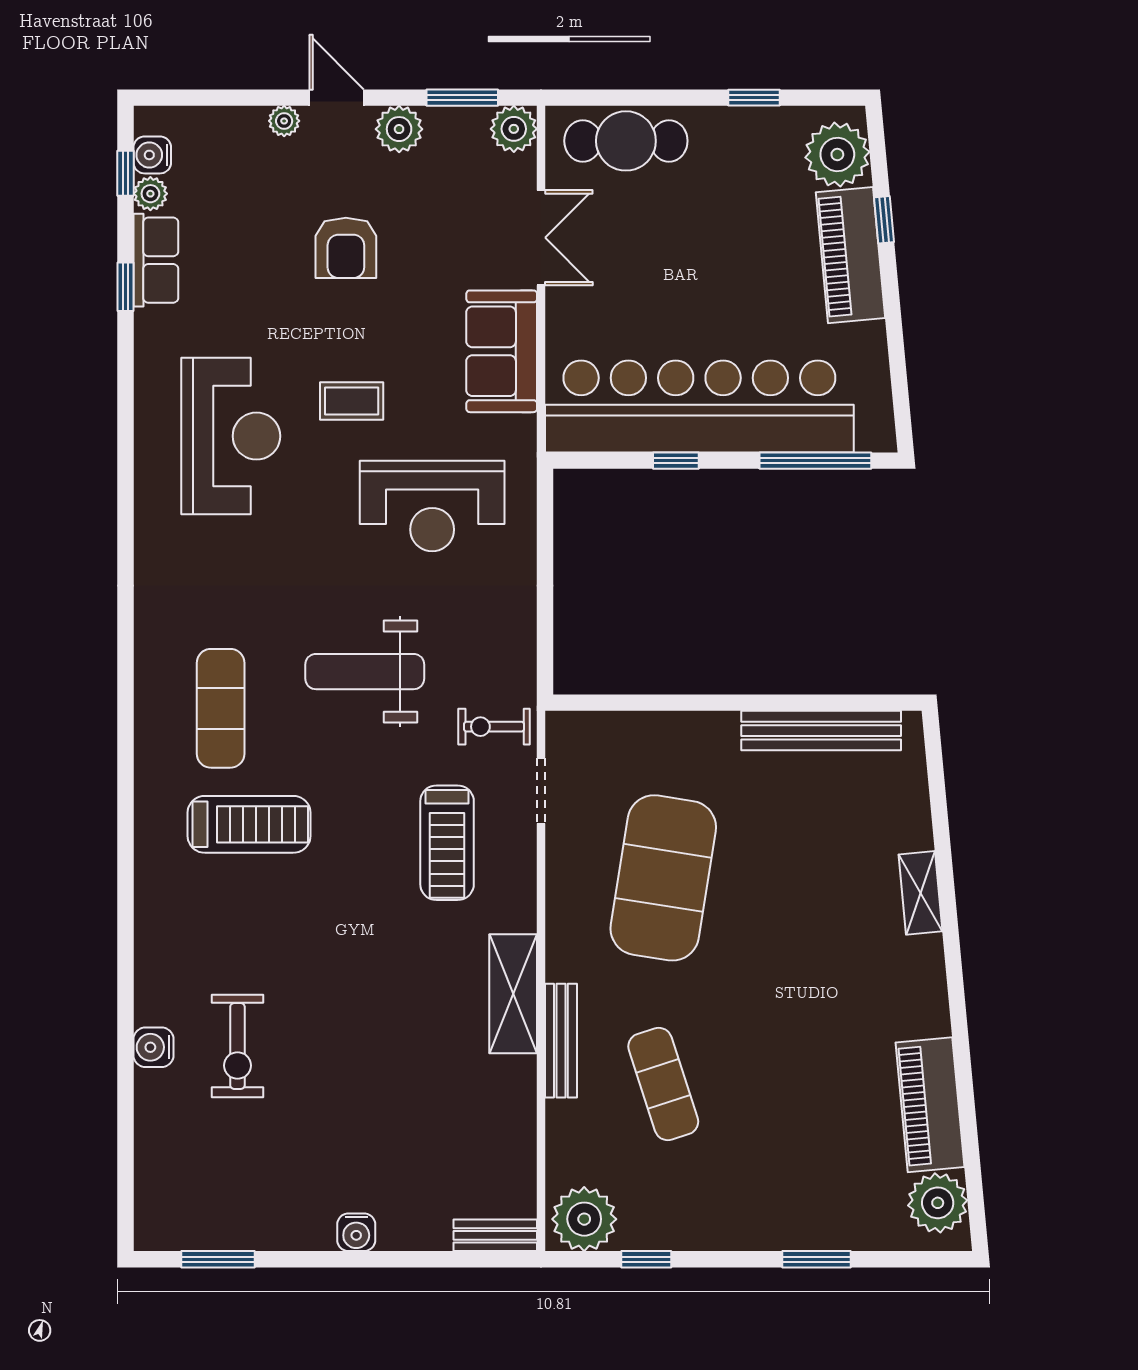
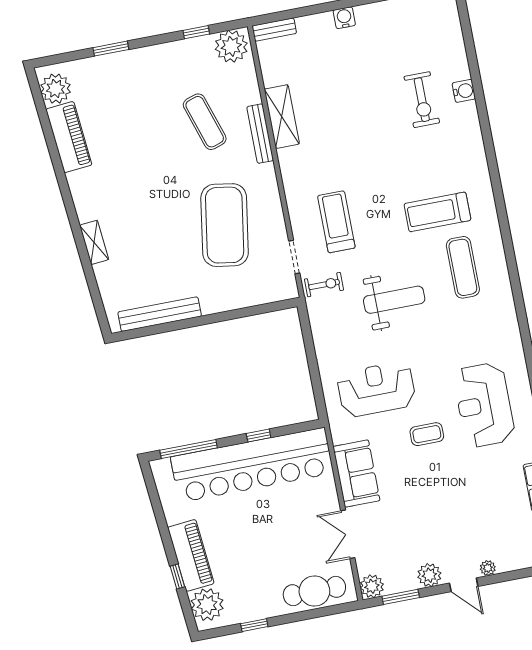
armchair: (346, 248) -> (445, 510), removed
shelving: (513, 994) -> (282, 117), moved
exercise bike: (237, 1046) -> (422, 100), turned 180

